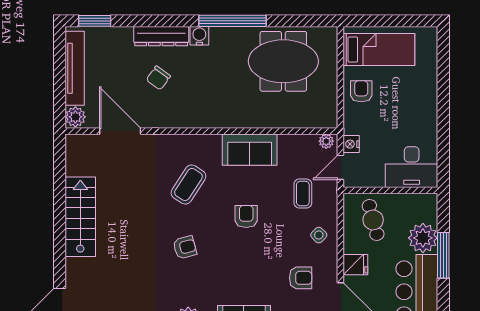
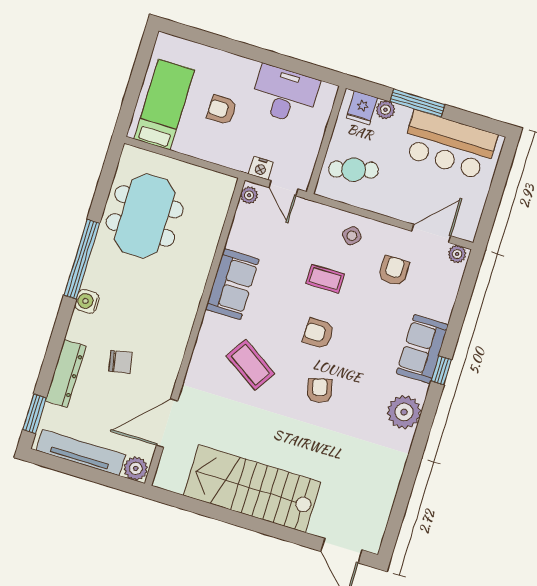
dresser: (161, 36) -> (66, 374), moved
chair: (158, 78) -> (120, 362), turned -47
armchair: (361, 91) -> (222, 110), moved
desk: (412, 167) -> (285, 94), moved, turned -90
coffee table: (303, 194) -> (325, 279), moved
armchair: (246, 216) -> (318, 333), moved
stairs: (80, 217) -> (252, 489), width x1.36, depth x1.51
plant: (423, 238) -> (385, 110), width x0.53, depth x0.53
fridge: (355, 265) -> (362, 108), moved, turned 180

